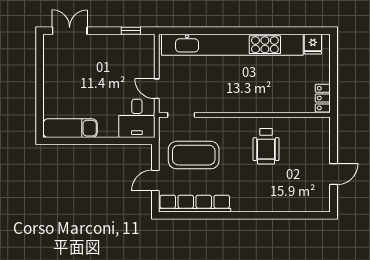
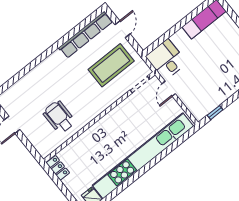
door: (157, 89) -> (169, 89), swing flipped
wheelchair: (266, 146) -> (59, 117), moved

